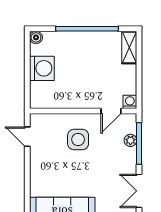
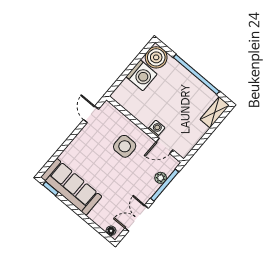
boiler: (36, 37) -> (156, 57), width x1.86, depth x1.86
washing machine: (130, 102) -> (157, 128), moved

